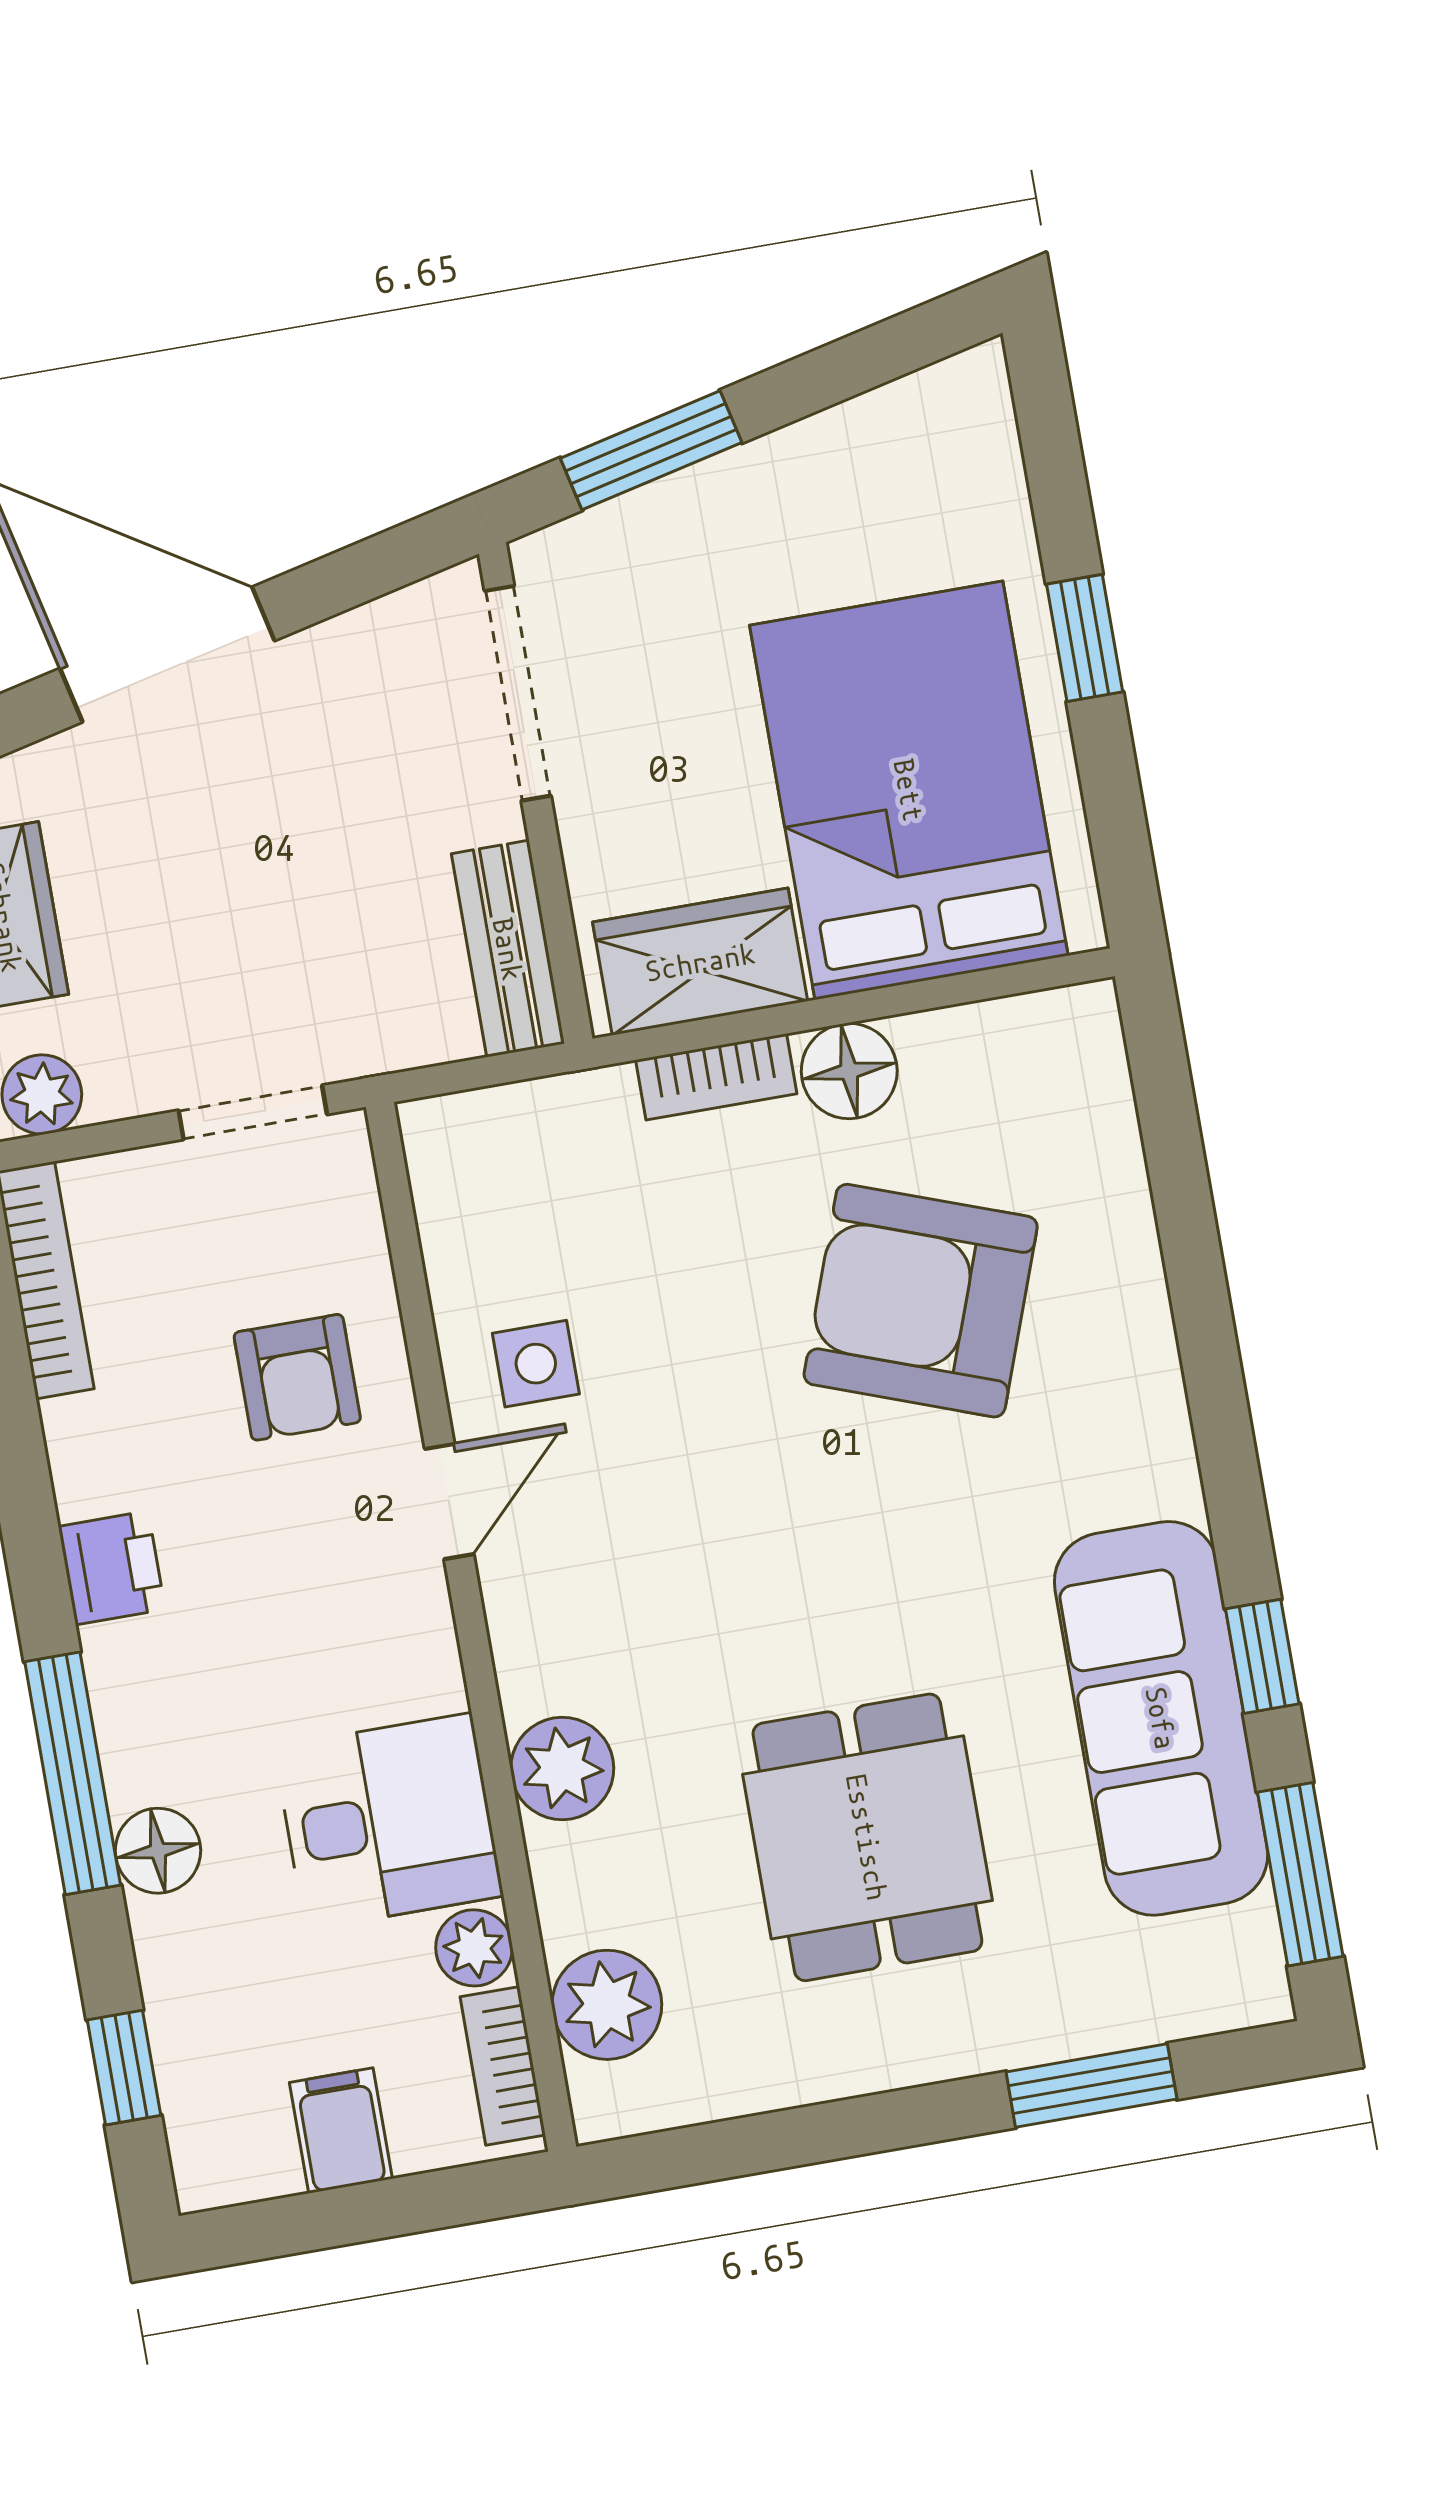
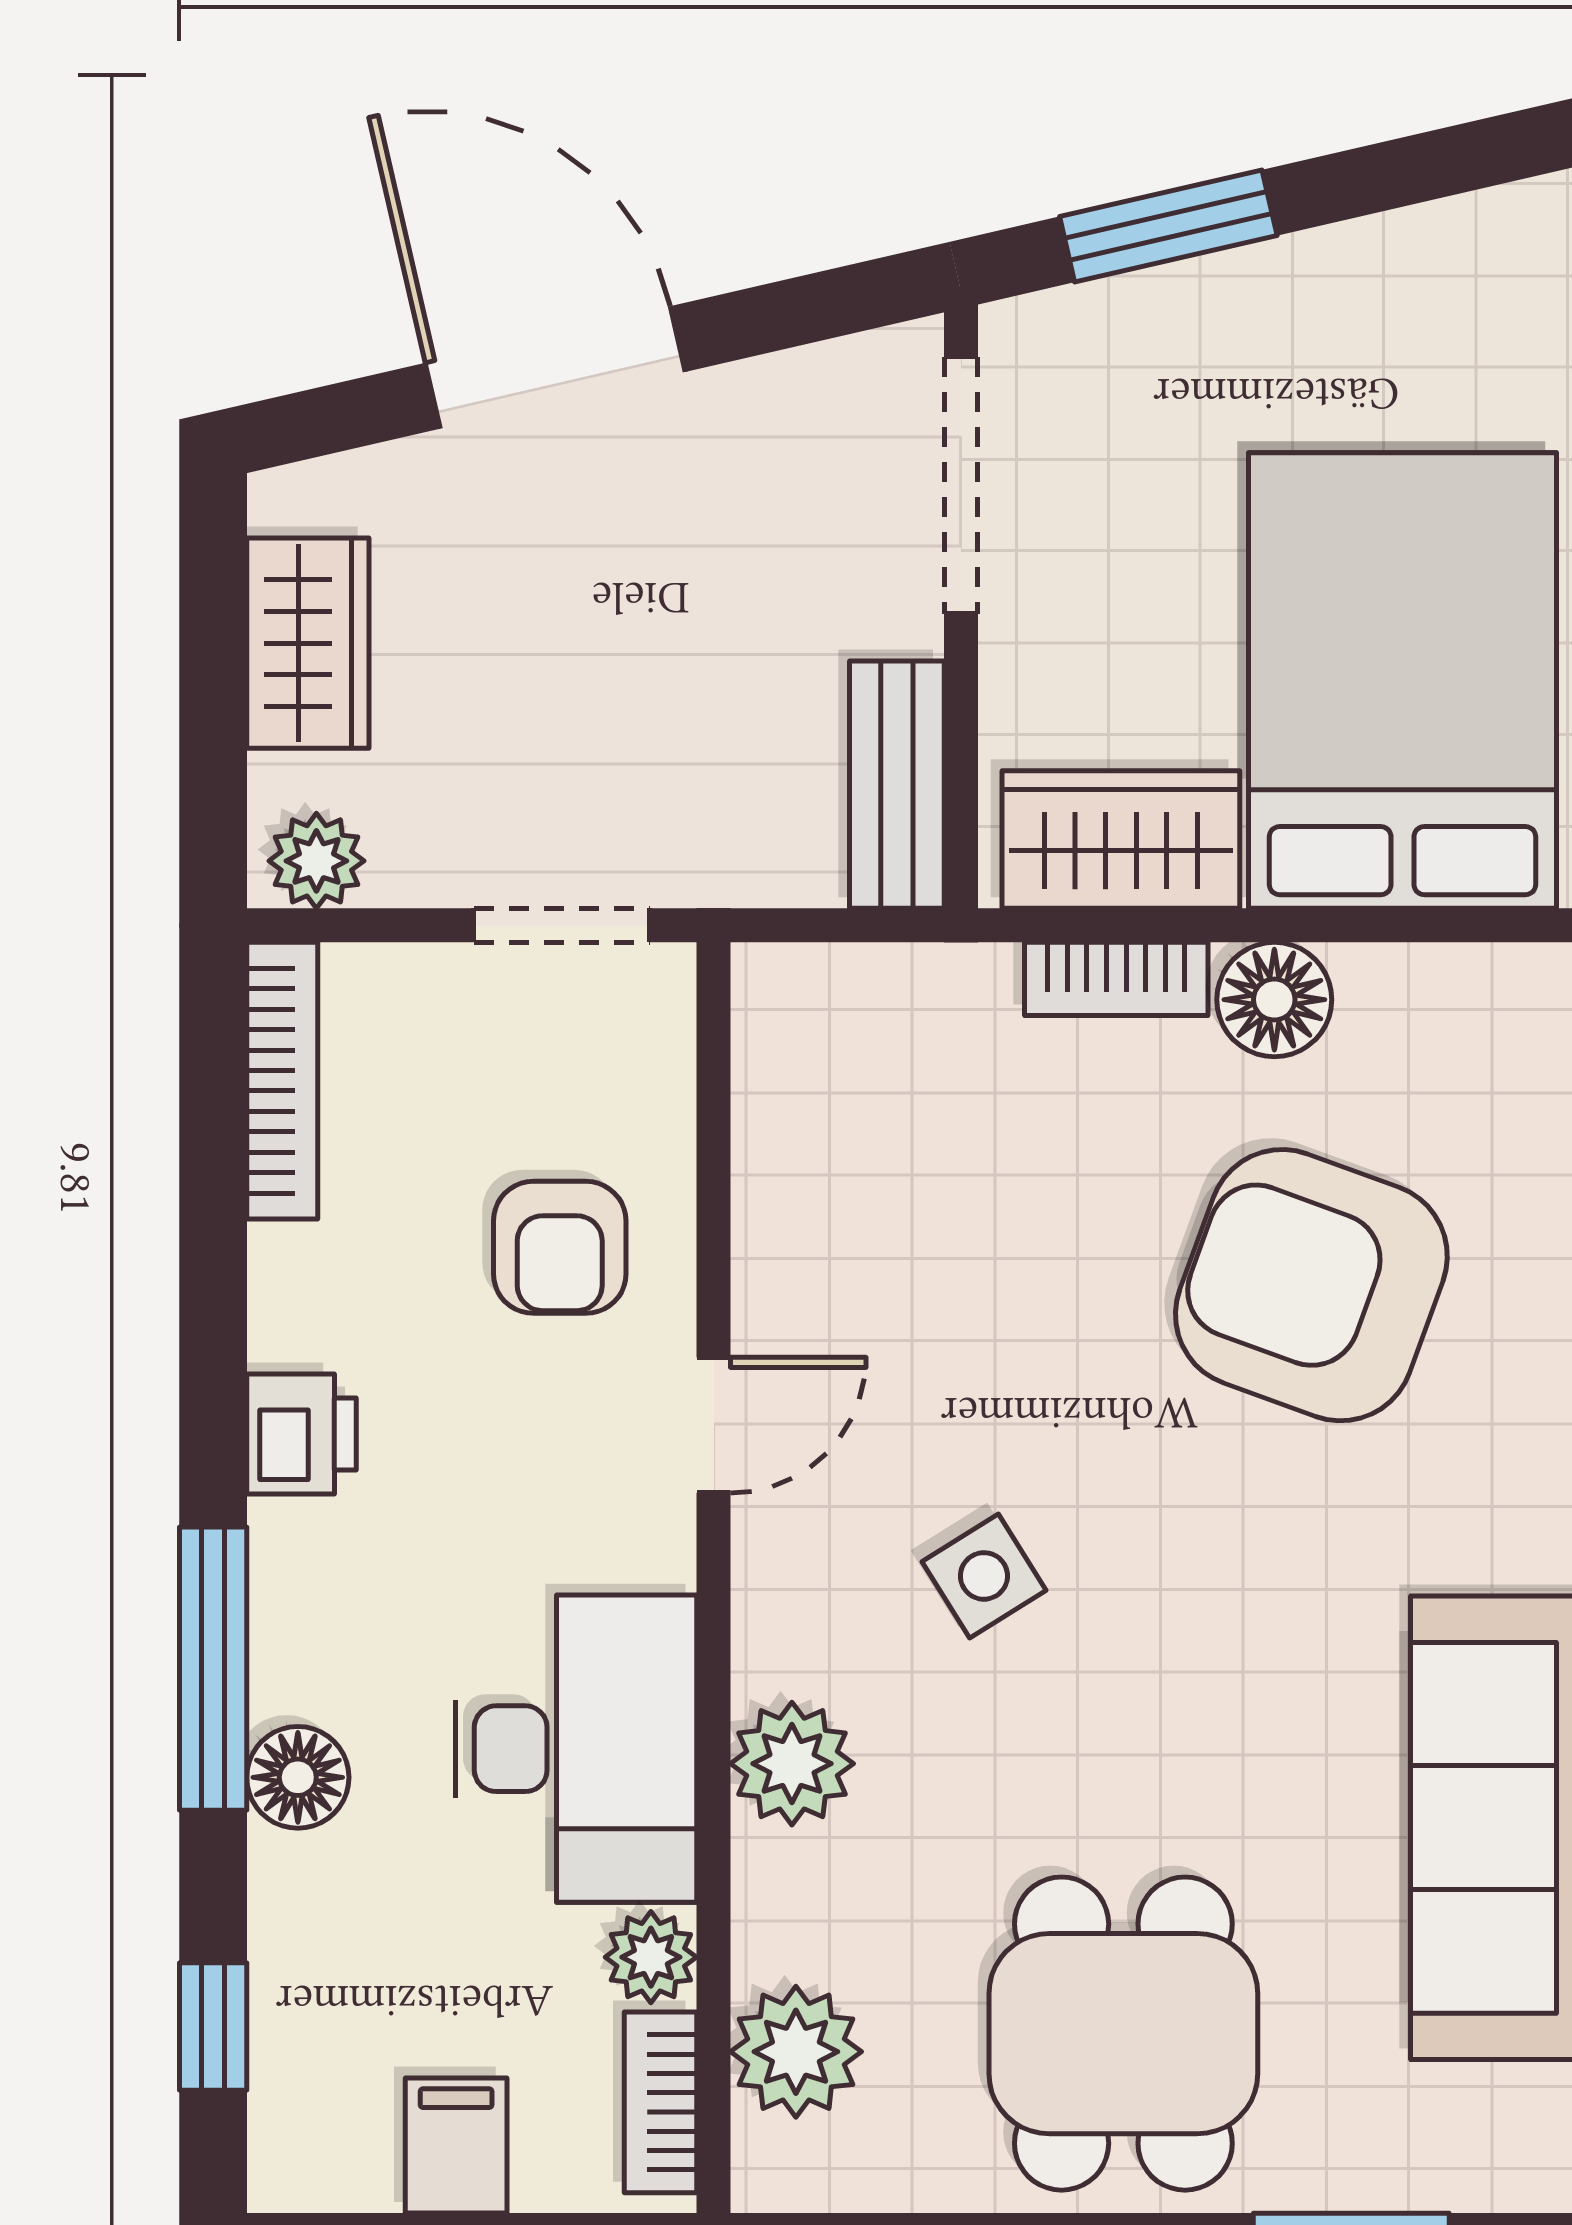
side table: (536, 1364) -> (984, 1576), moved, turned -32
desk: (388, 1822) -> (576, 1749), width x1.37
dining table: (867, 1837) -> (1123, 2034), moved

